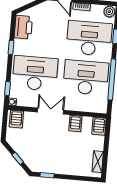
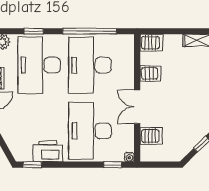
printer: (23, 27) -> (48, 151), moved
window: (11, 47) -> (32, 165), moved
server rack: (16, 119) -> (151, 136), moved

